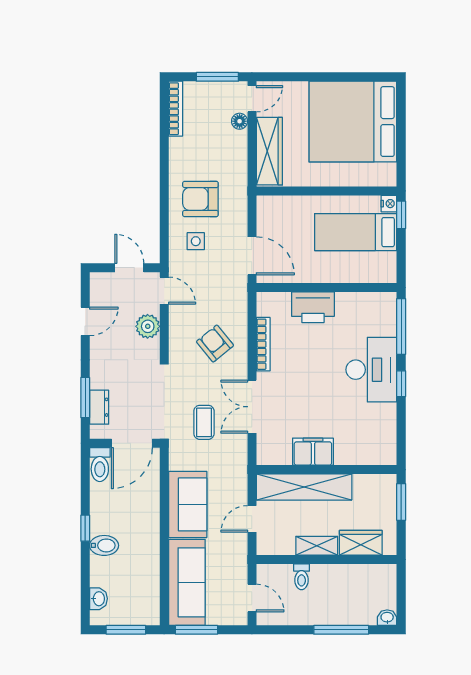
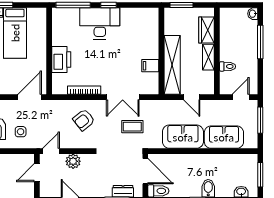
filing cabinet: (313, 452) -> (150, 66), width x0.50
sofa: (187, 582) -> (224, 137), width x0.73
window: (196, 630) -> (260, 120), moved

